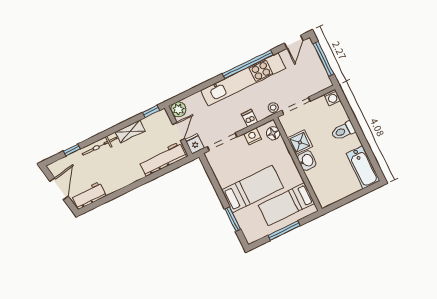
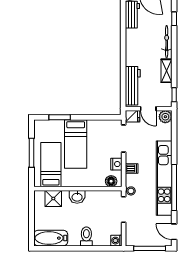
shower: (300, 142) -> (53, 199), moved

